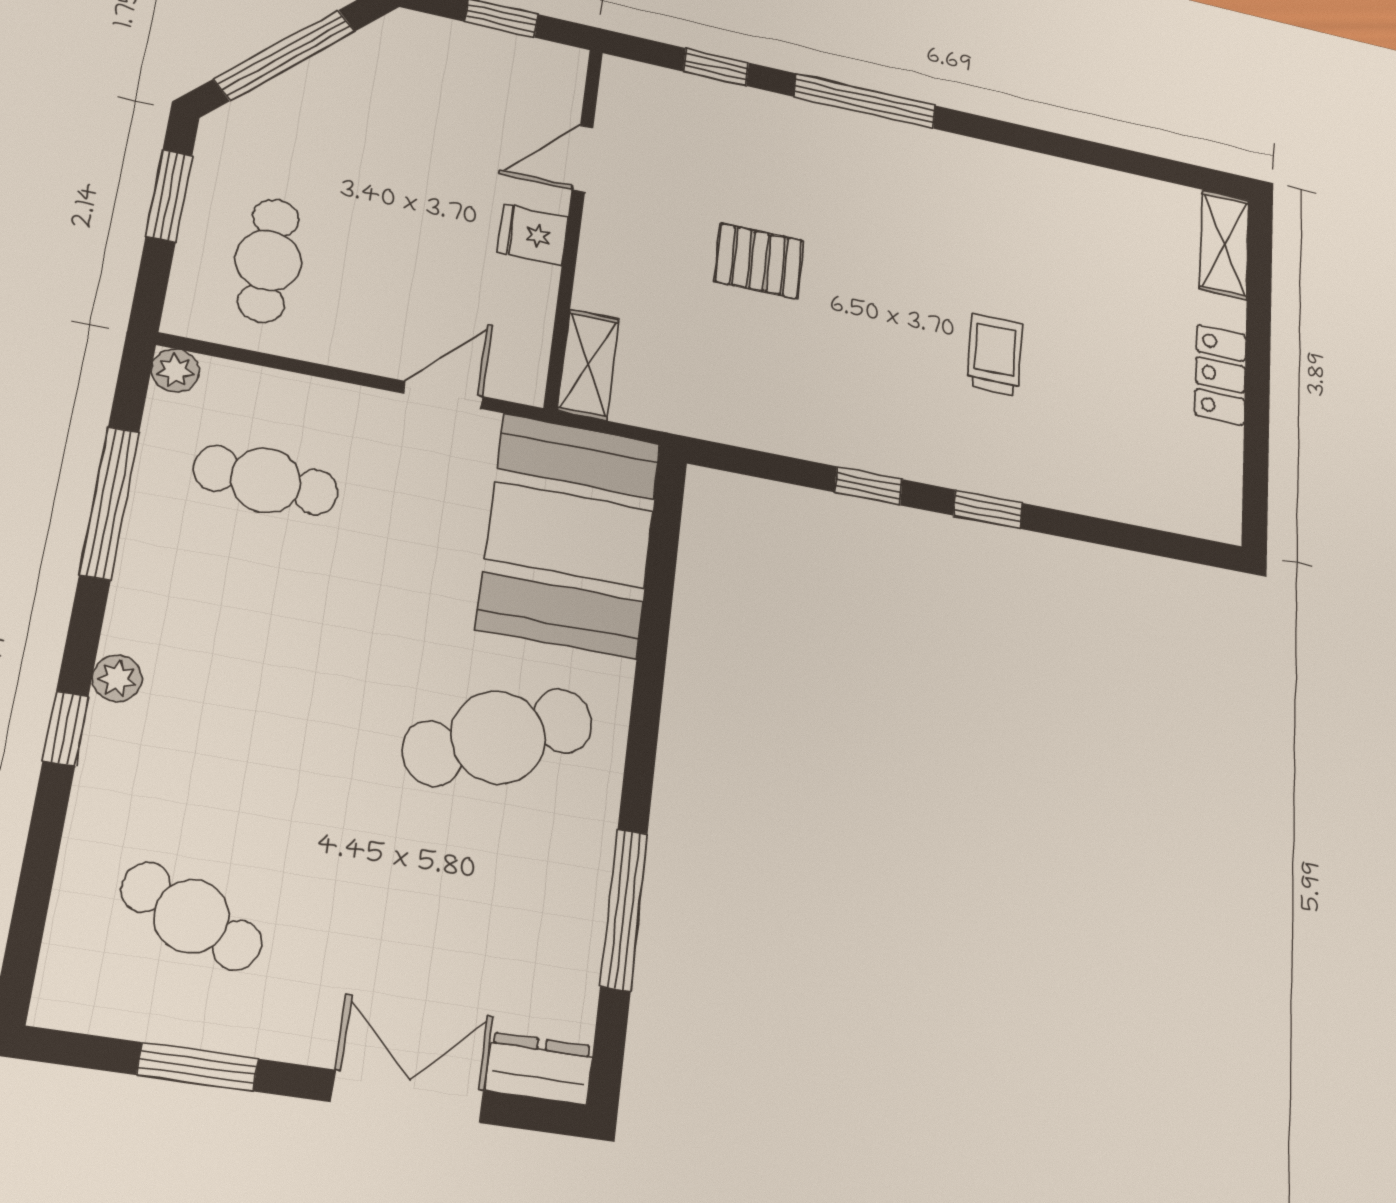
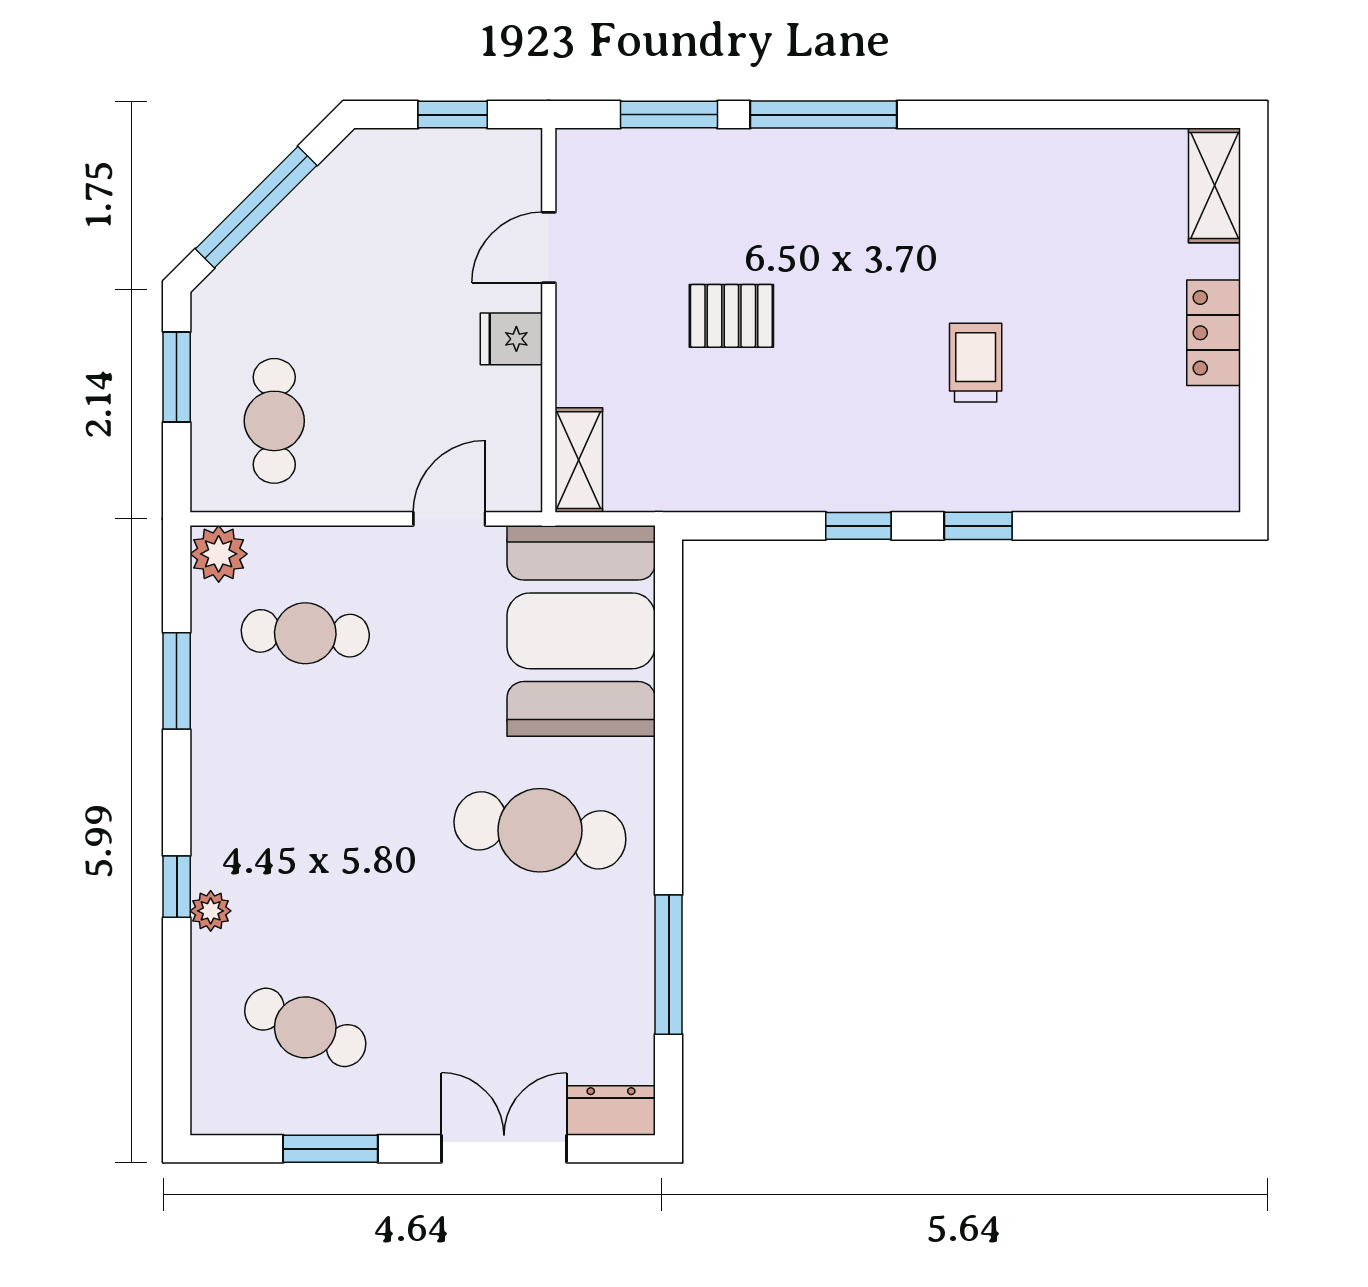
window: (716, 67) -> (669, 115), width x1.50
plant: (175, 371) -> (219, 554), width x1.38, depth x1.38
window: (109, 503) -> (177, 681), width x0.69
plant: (117, 678) -> (211, 911), moved
cafe table: (498, 737) -> (540, 830), turned 33

